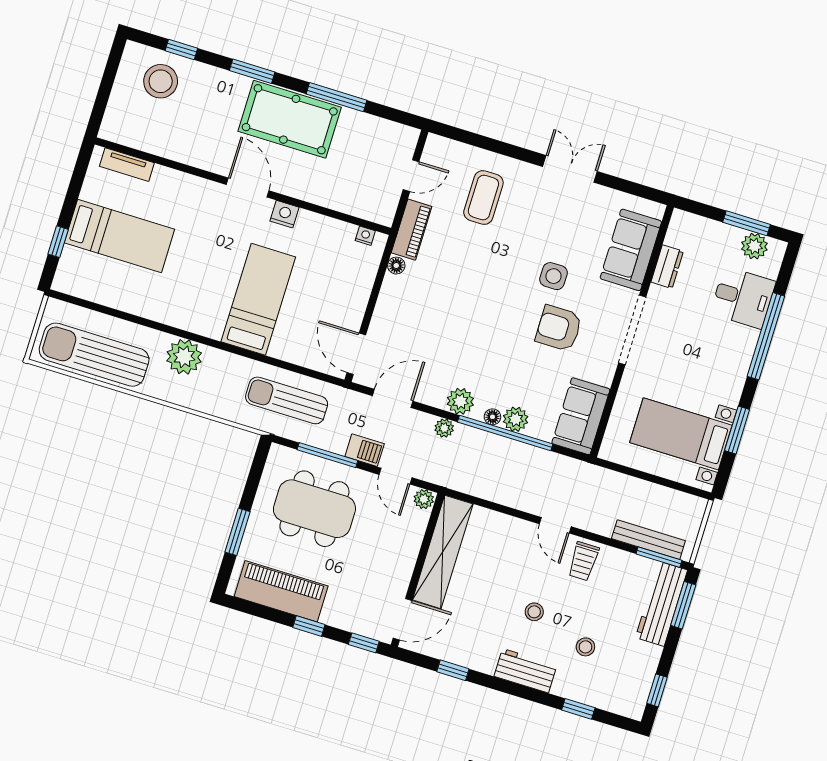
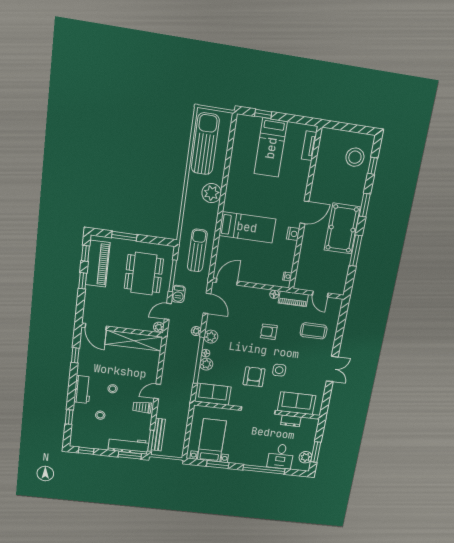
armchair: (470, 286) -> (269, 332), added
window: (364, 643) -> (85, 253), moved

